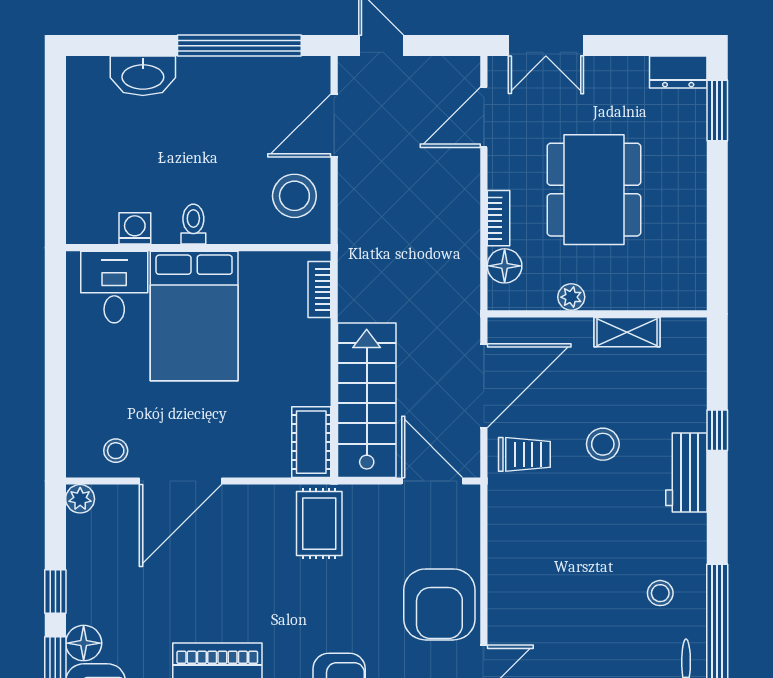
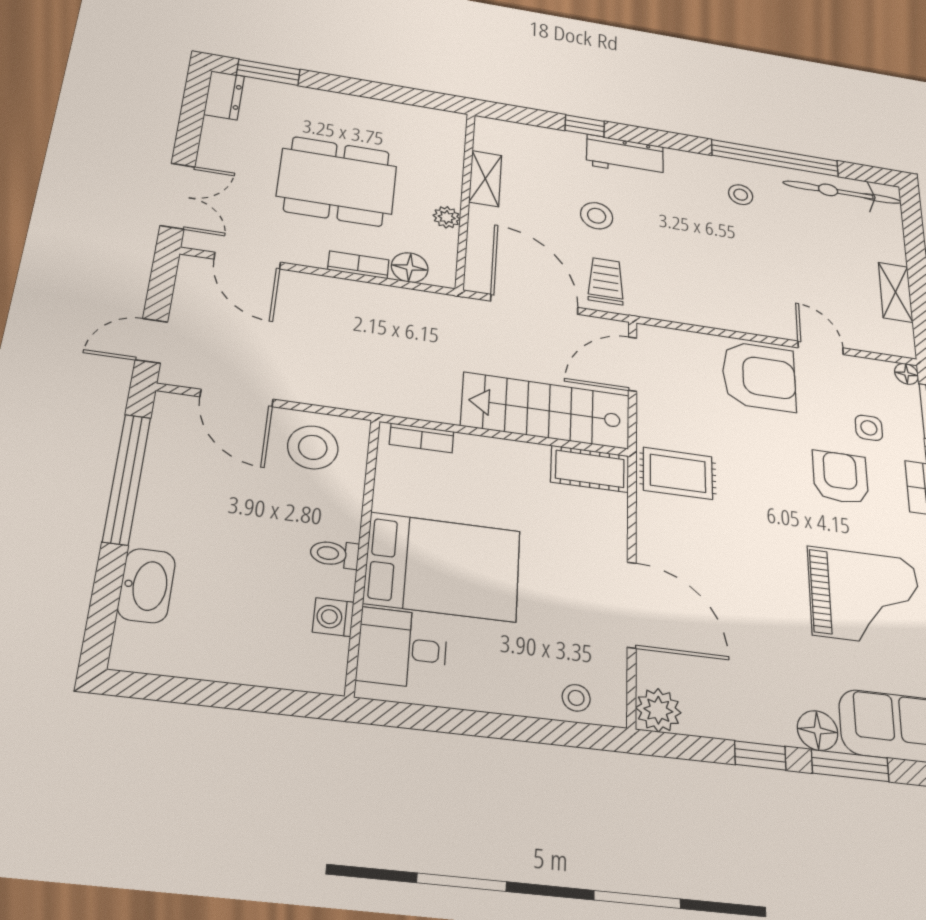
stool: (116, 451) -> (576, 698), moved
plant: (80, 499) -> (658, 710), width x1.38, depth x1.38

